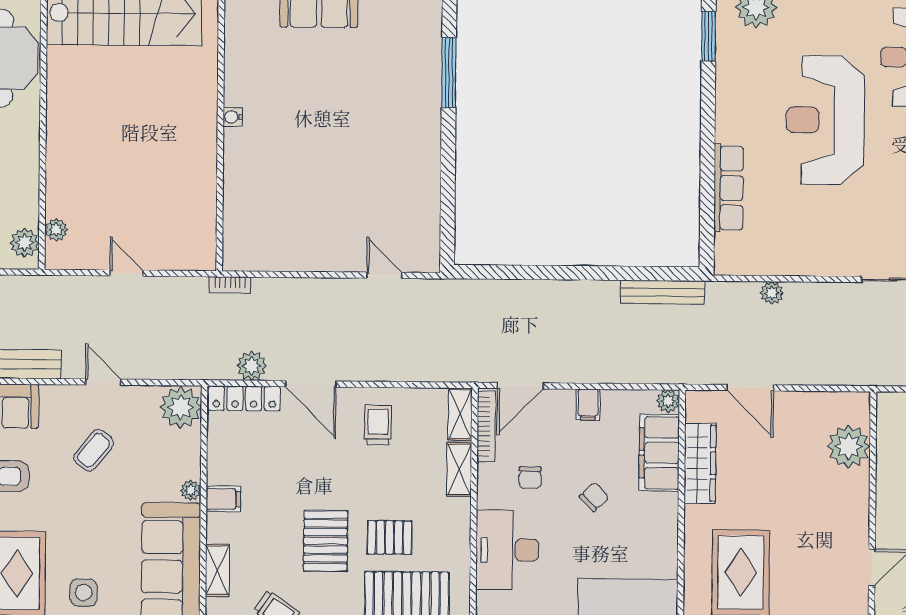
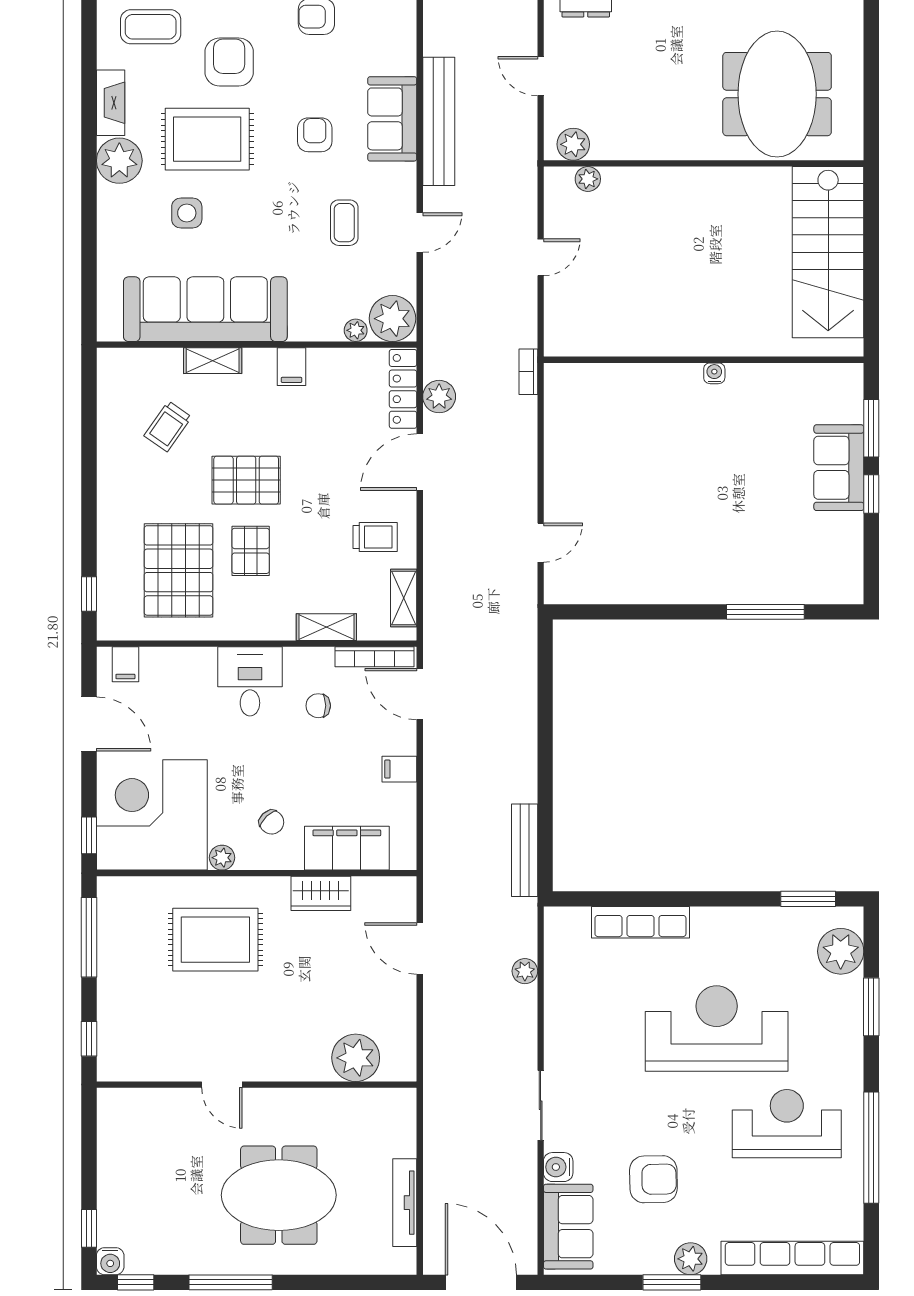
door: (750, 388) -> (420, 948), hinge flipped
plant: (668, 401) -> (222, 858), moved
shelving: (460, 414) -> (404, 598), moved, turned 90
coffee table: (94, 450) -> (344, 223), turned 51
wardrobe: (700, 463) -> (321, 893), width x0.67
plant: (191, 490) -> (356, 330), moved
chair: (594, 497) -> (272, 822), moved
desk: (507, 550) -> (250, 681), width x0.73

